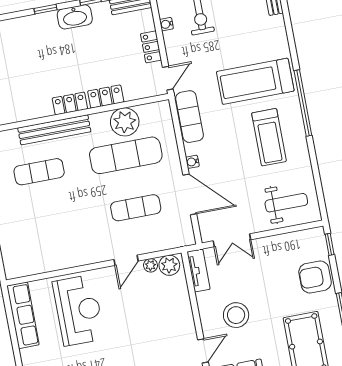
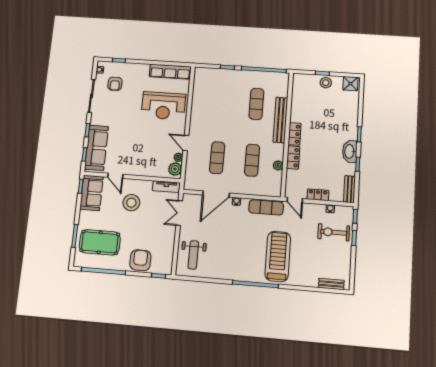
plant: (125, 122) -> (278, 166), width x0.53, depth x0.53
treadmill: (269, 137) -> (239, 255), removed
exercise mat: (126, 155) -> (252, 160), width x0.73, depth x0.69

